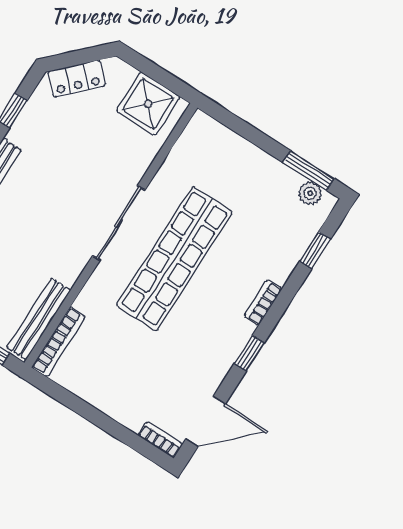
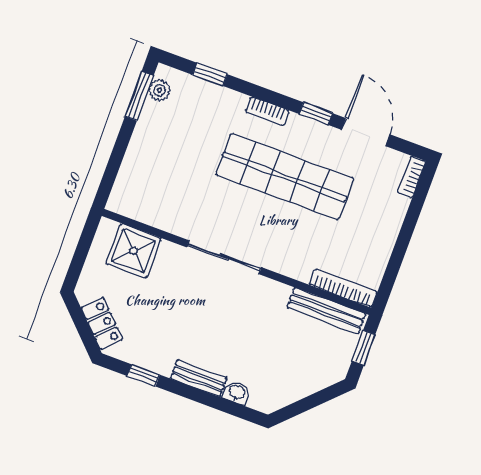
shower: (148, 104) -> (133, 251), moved
shop shelf: (175, 259) -> (285, 177), moved
door: (206, 421) -> (366, 132), moved

